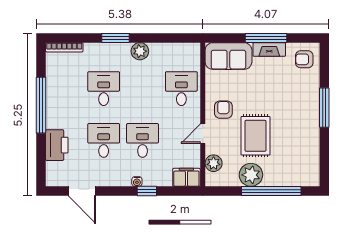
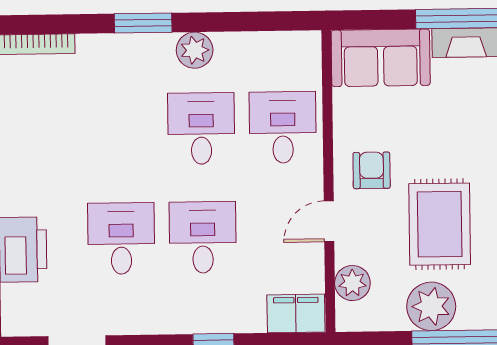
desk: (104, 89) -> (201, 128), moved
water cooler: (137, 181) -> (192, 324), removed

